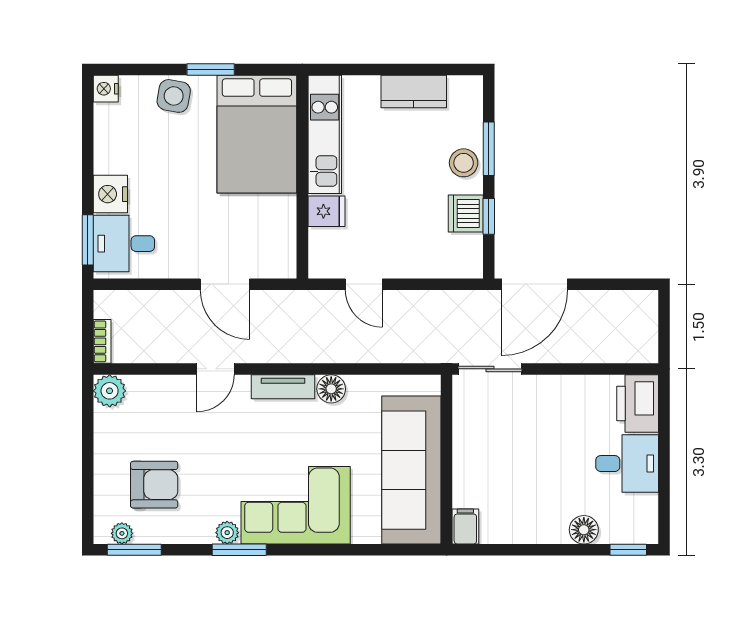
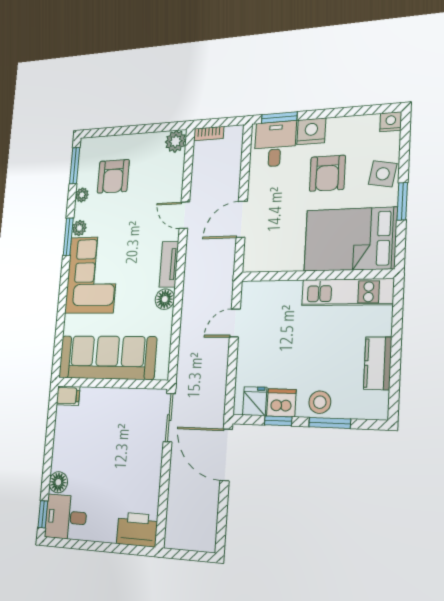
armchair: (169, 169) -> (327, 173), added
fridge: (326, 211) -> (255, 401), moved, turned 180
desk: (627, 464) -> (66, 517), moved, turned 90
plant: (122, 533) -> (82, 195), moved

